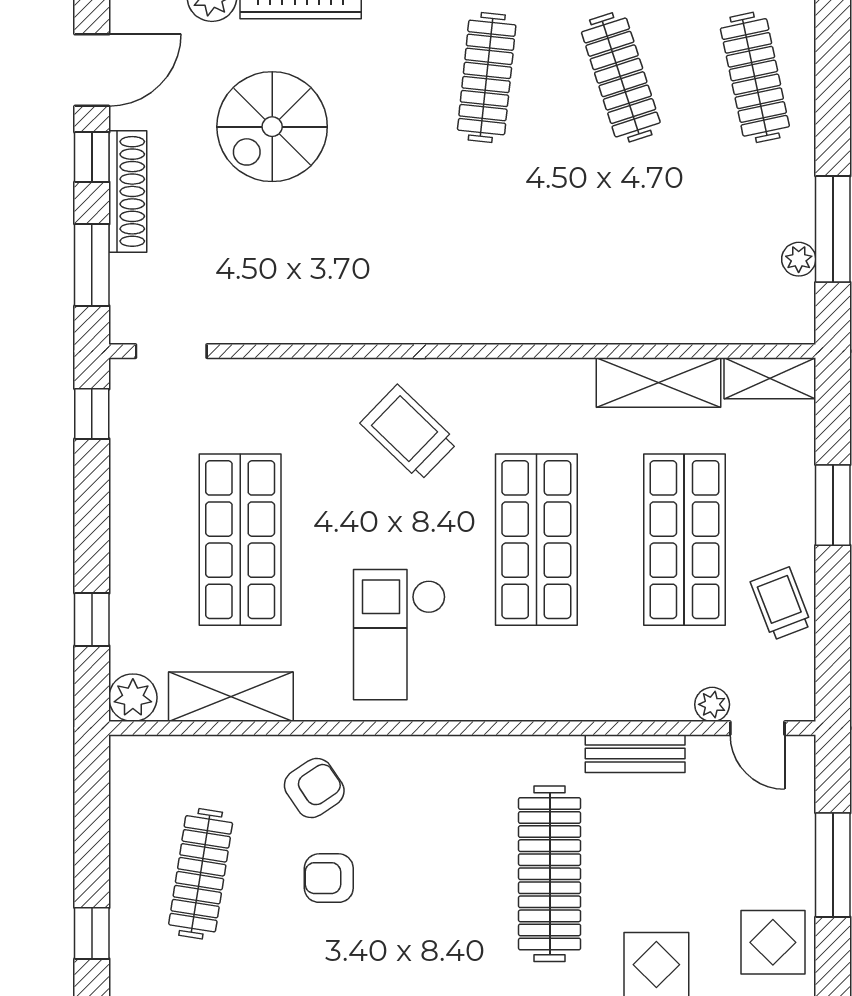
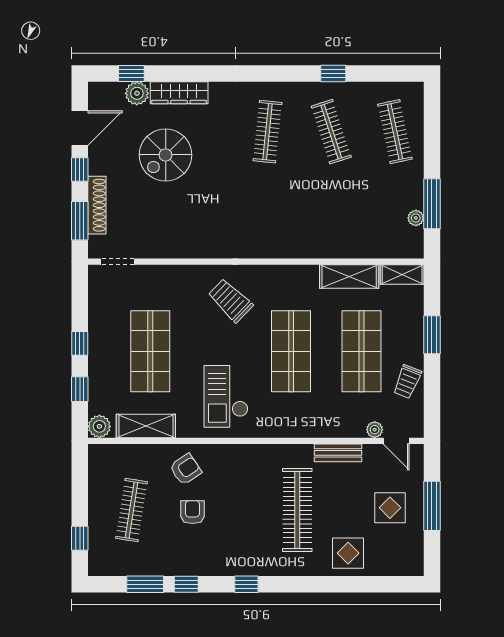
shoe rack: (128, 191) -> (97, 205), moved
window: (92, 414) -> (80, 343), moved
trolley: (781, 604) -> (407, 382), turned -137
armchair: (329, 878) -> (192, 512), turned 90
display table: (773, 942) -> (390, 508), moved

